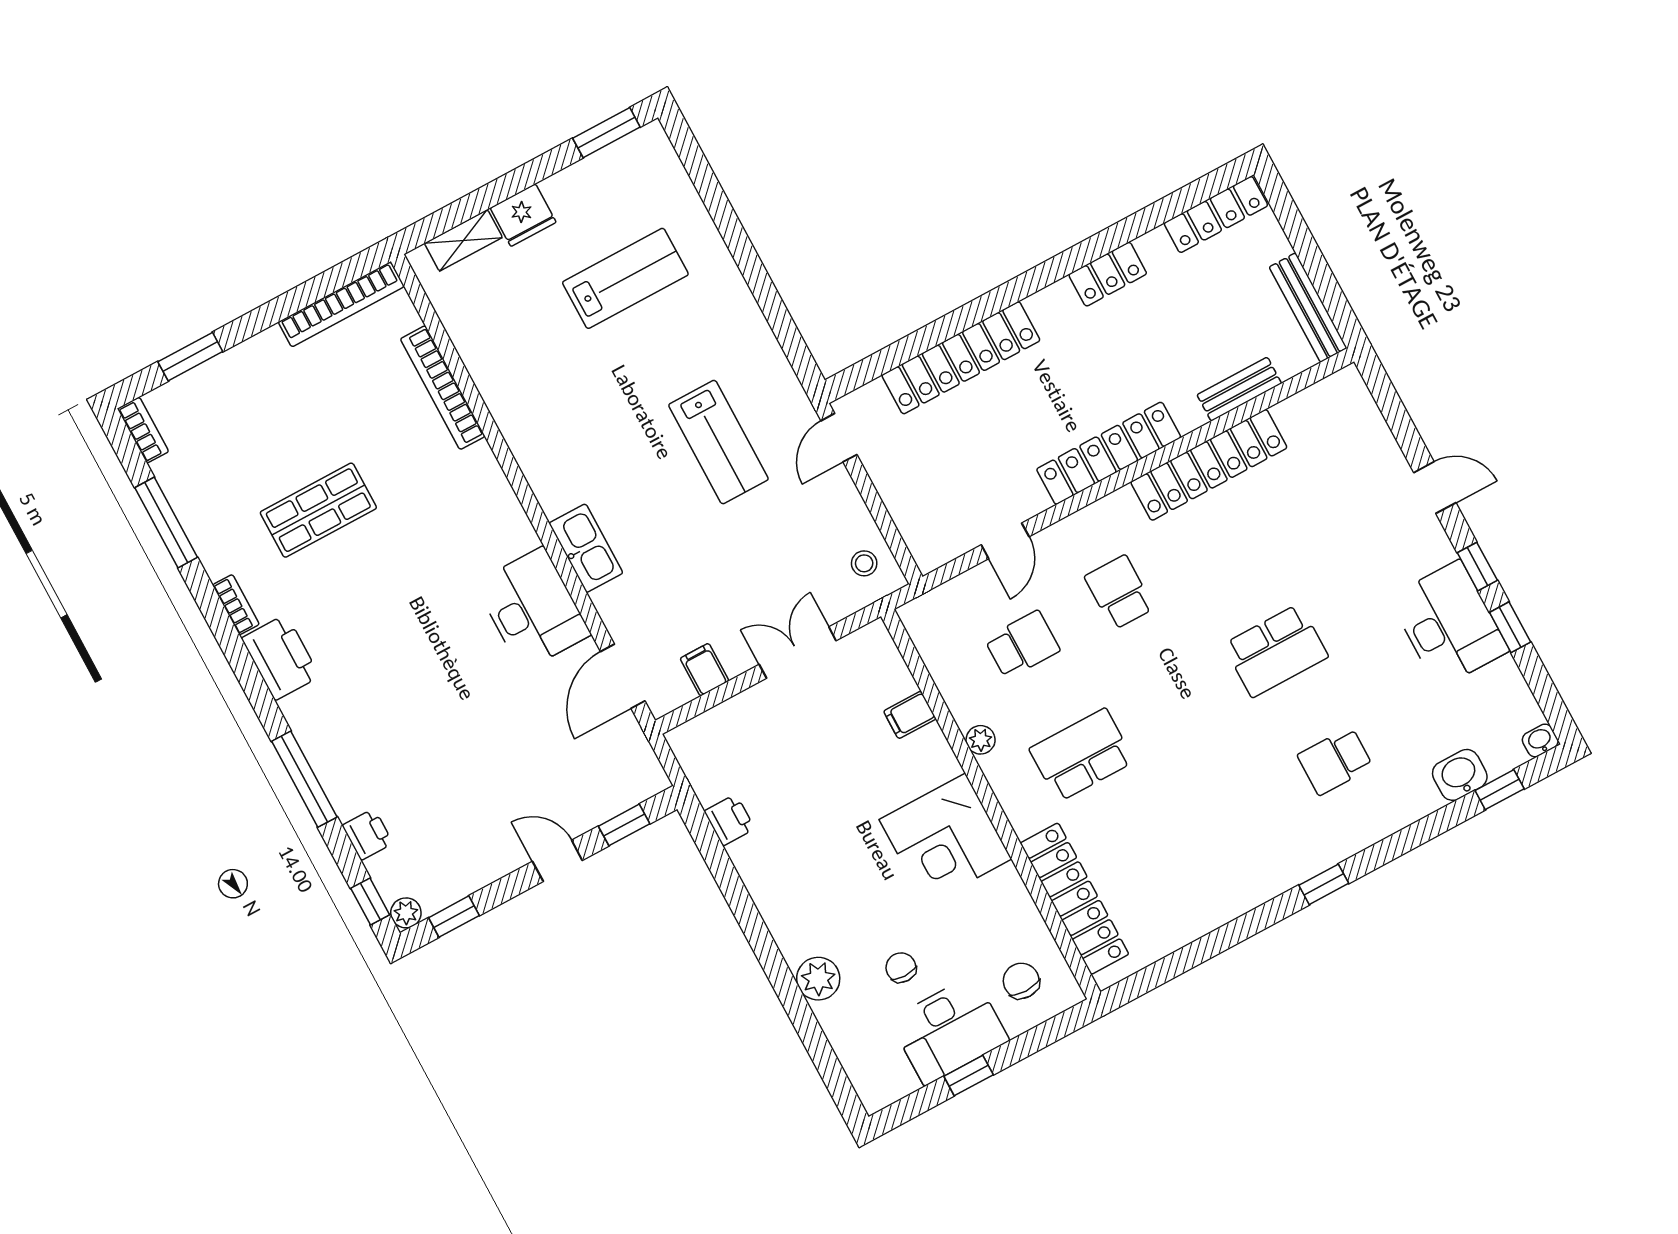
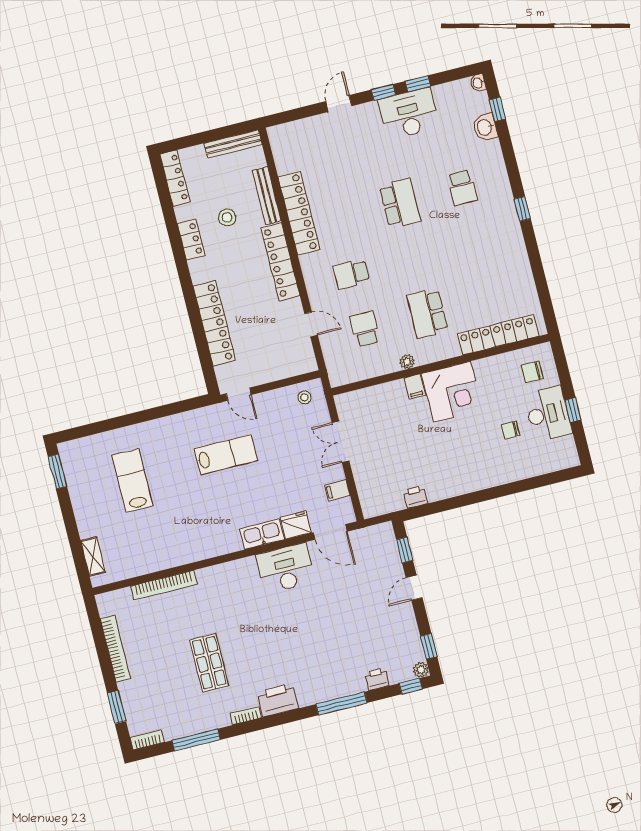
fridge: (523, 215) -> (296, 525), moved, turned -90
bookcase: (341, 304) -> (115, 649), moved
stool: (1167, 331) -> (227, 217), added
bench: (1239, 389) -> (267, 196), width x1.36
filing cabinet: (910, 715) -> (415, 386), moved
plant: (818, 979) -> (506, 473), removed

